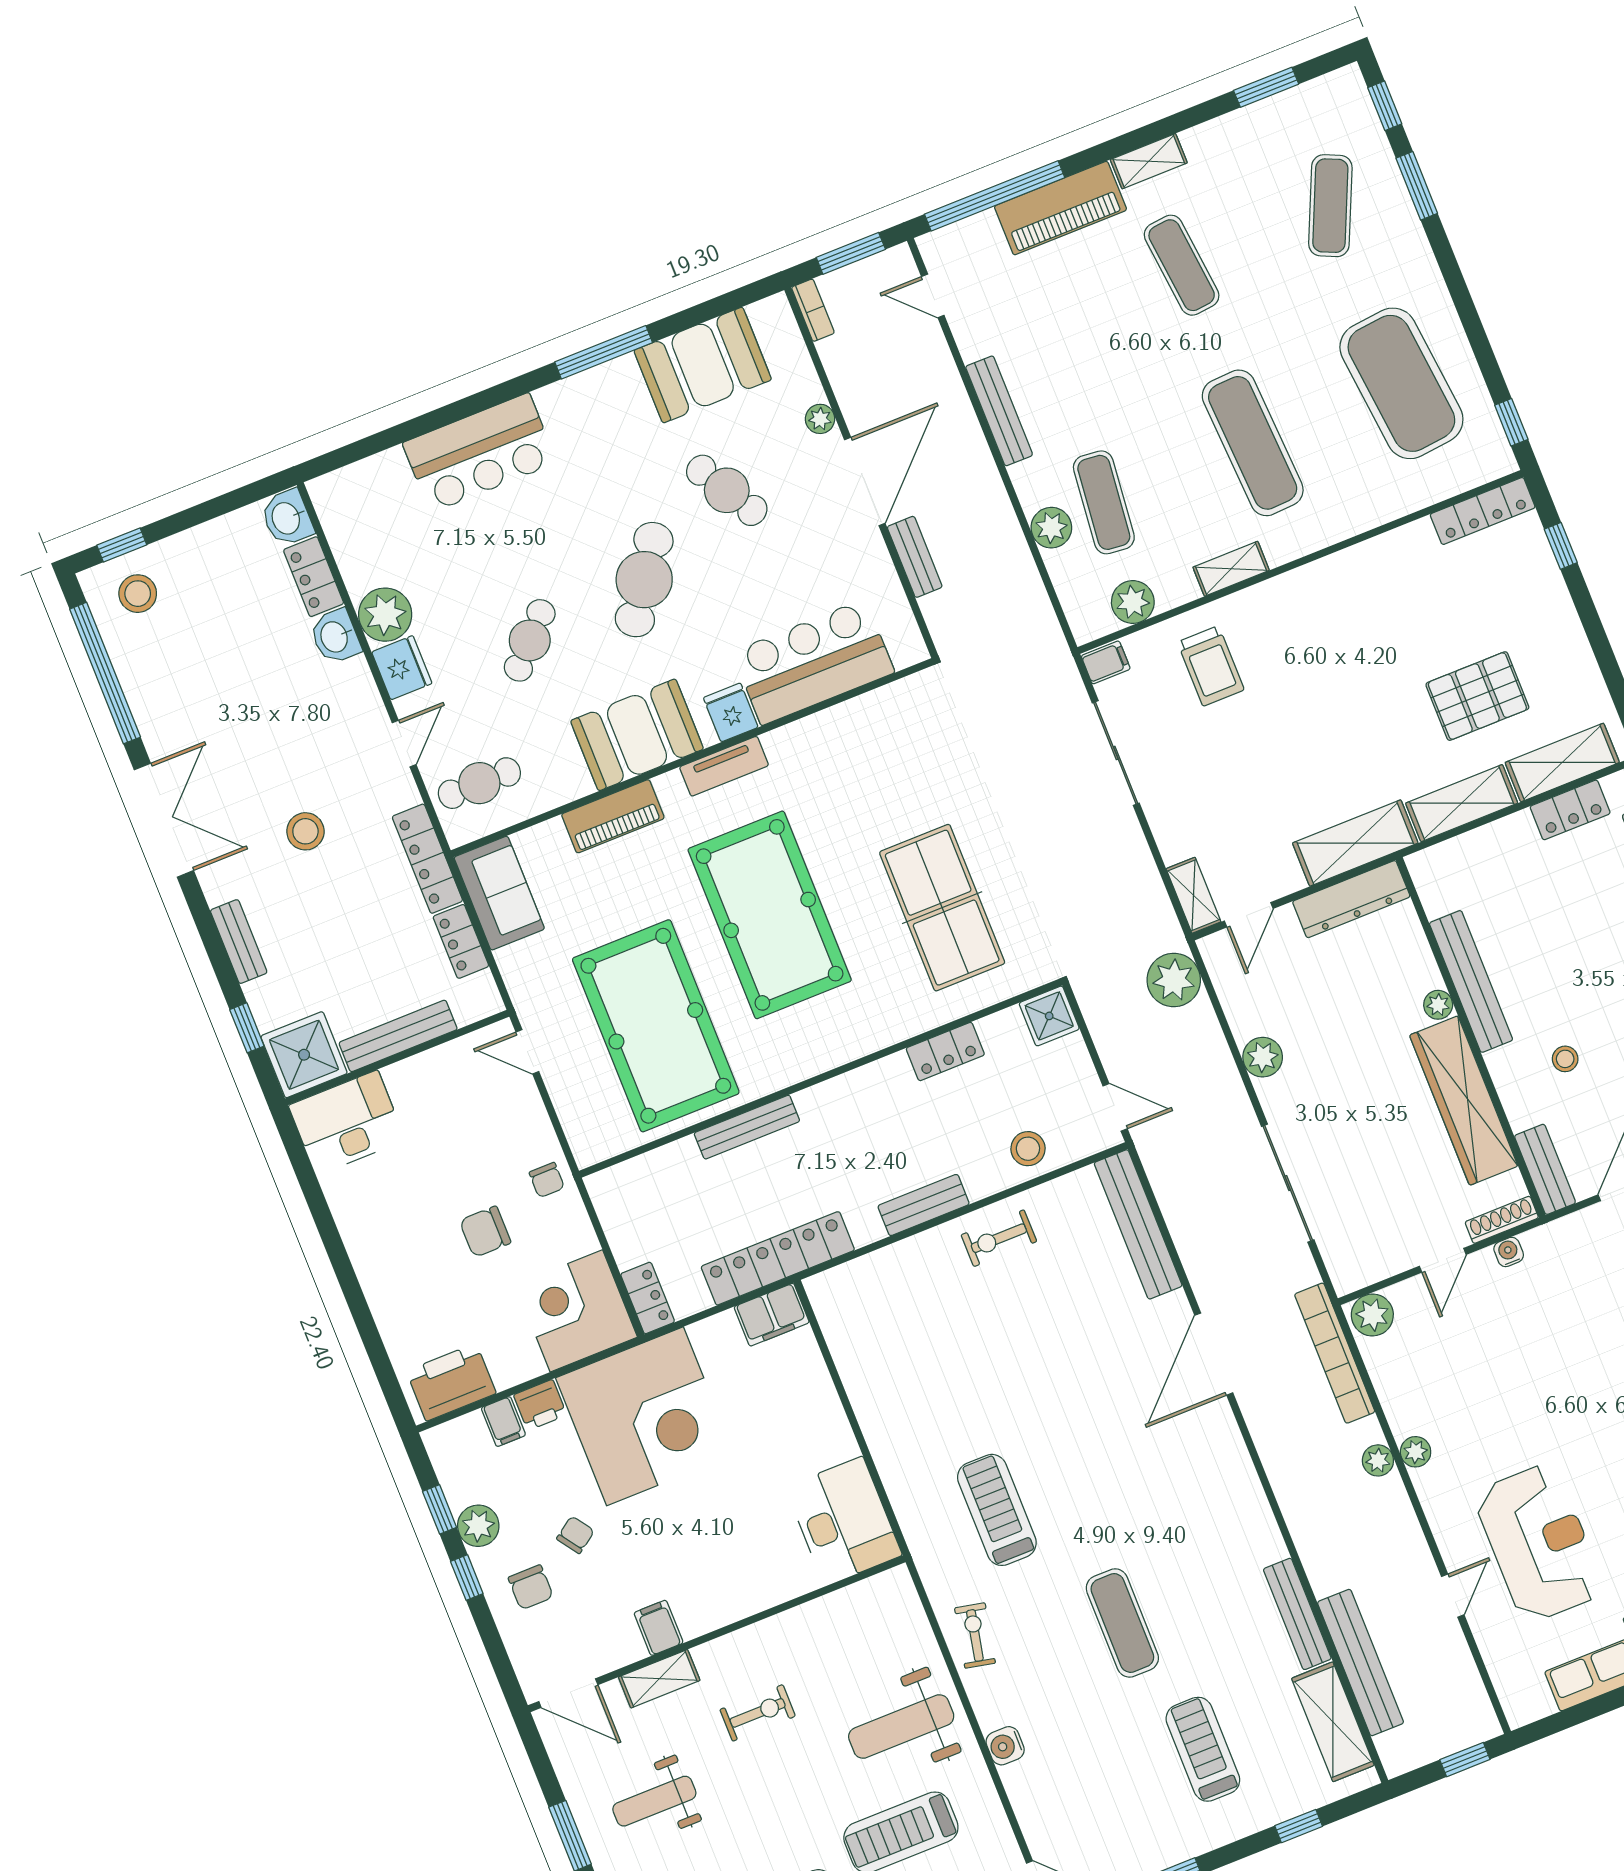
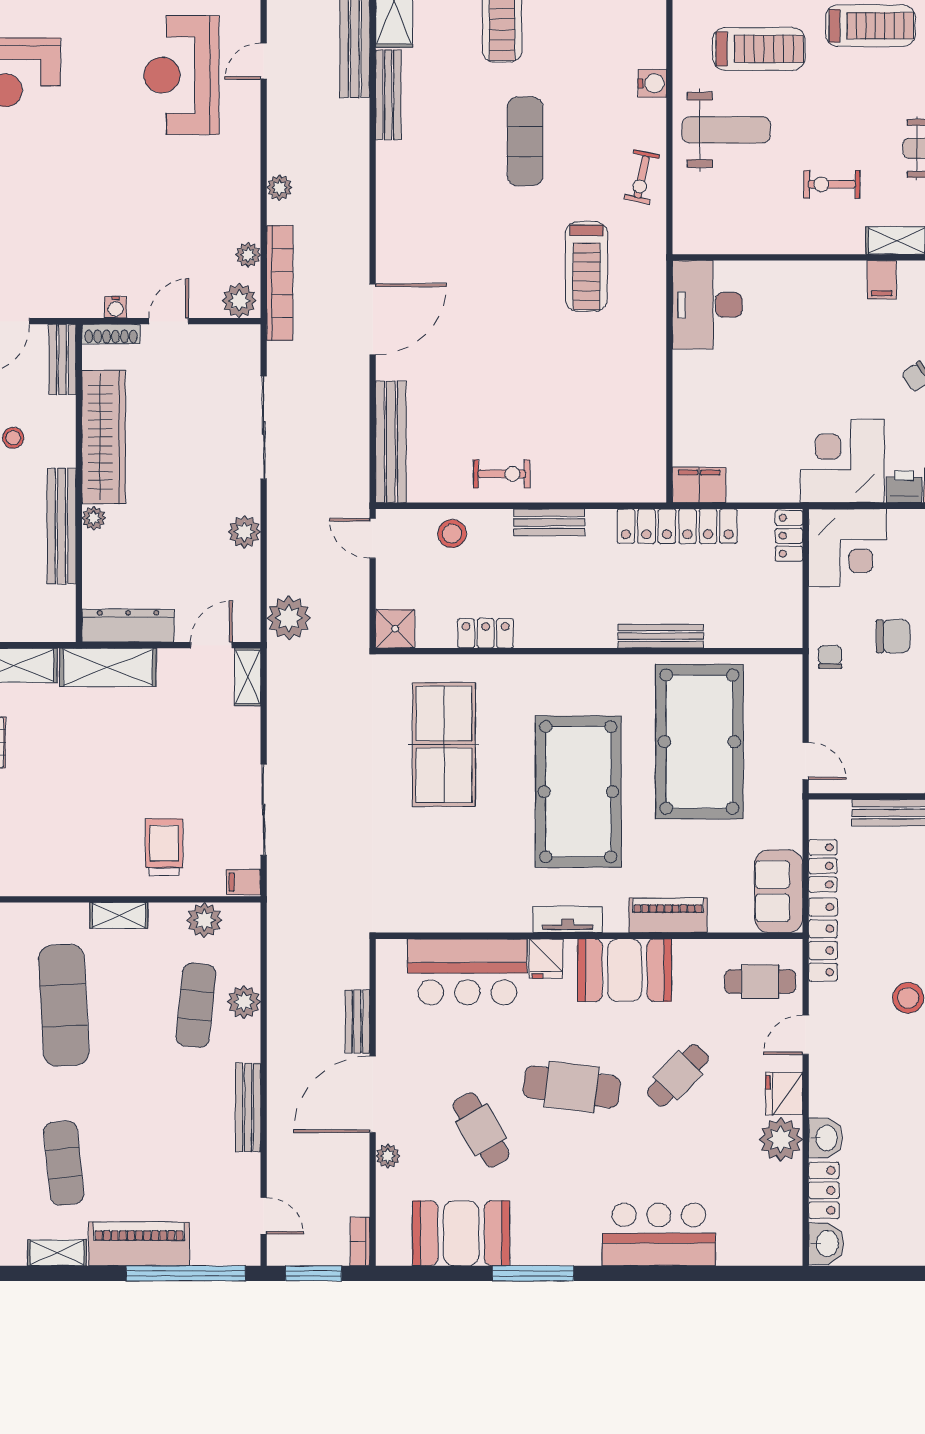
cafe table: (644, 580) -> (572, 1087), turned 62
corner desk: (645, 1416) -> (842, 461), width x0.74, depth x0.74
plant: (1416, 1452) -> (248, 255), moved

